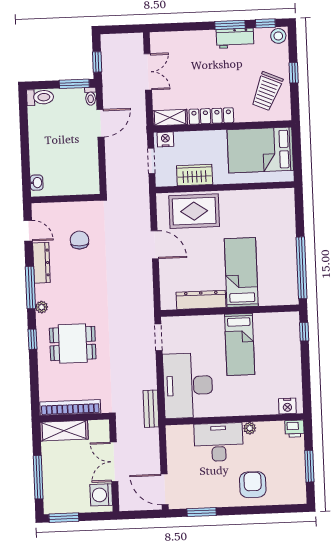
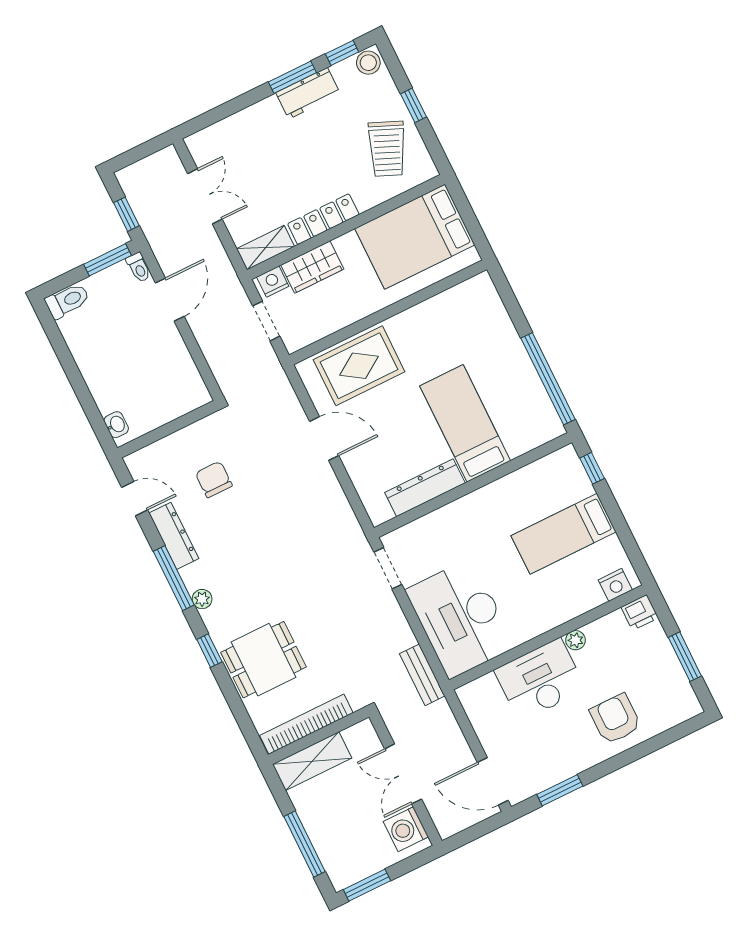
wardrobe: (195, 175) -> (312, 267), moved, turned 180
dining table: (73, 344) -> (263, 660), moved
bed: (240, 344) -> (564, 534), moved, turned 90

